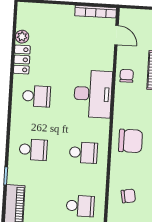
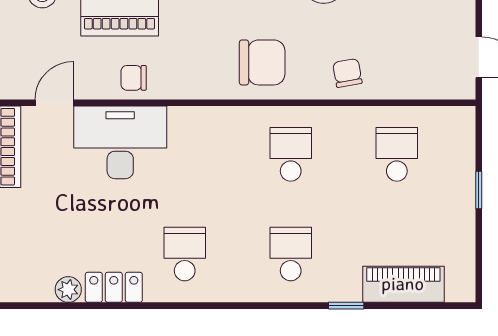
desk: (93, 94) -> (120, 142), moved
chair: (130, 141) -> (262, 62), turned 90
chair: (128, 196) -> (347, 73), moved

